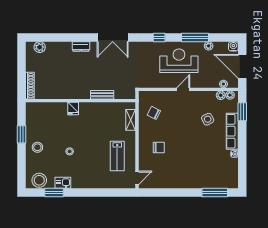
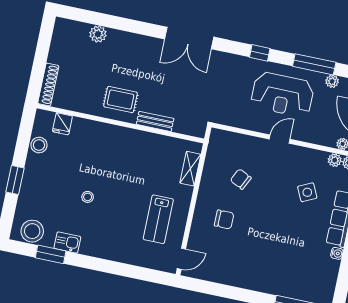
dresser: (81, 46) -> (138, 41), removed
plant: (40, 47) -> (98, 34), moved
reception desk: (179, 61) -> (282, 94), turned 180
rug: (77, 85) -> (121, 100), added
fridge: (73, 109) -> (62, 124), moved
chair: (154, 113) -> (241, 179), moved
window: (22, 134) -> (15, 180), moved
stool: (37, 147) -> (39, 145), moved

